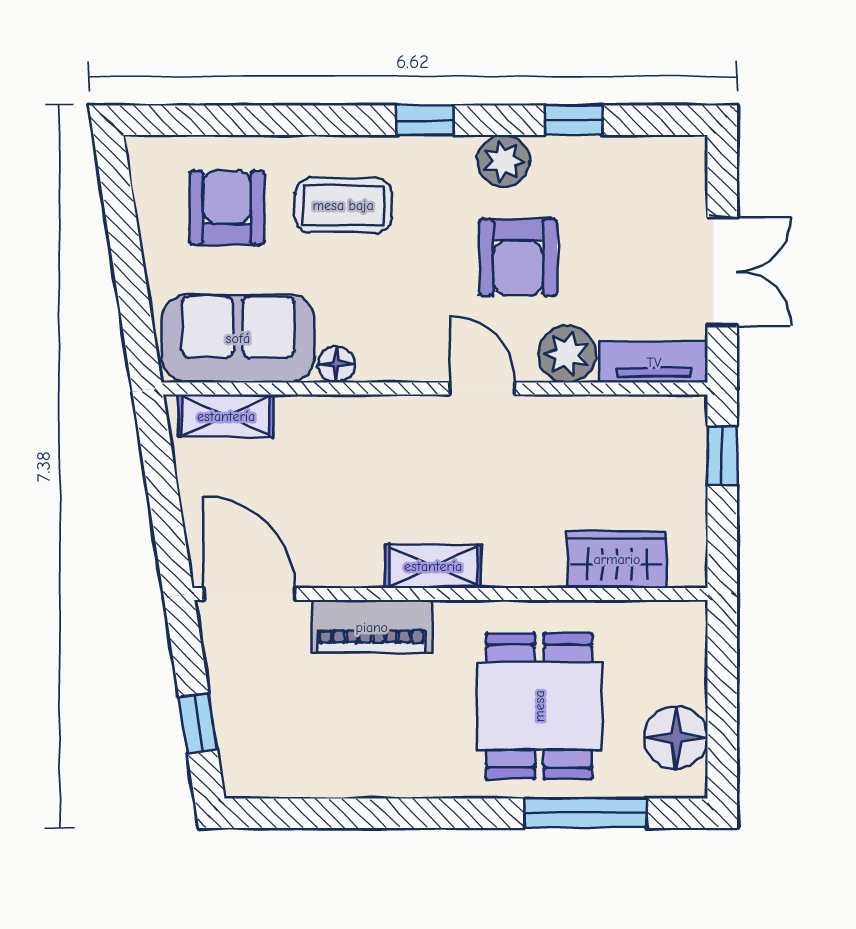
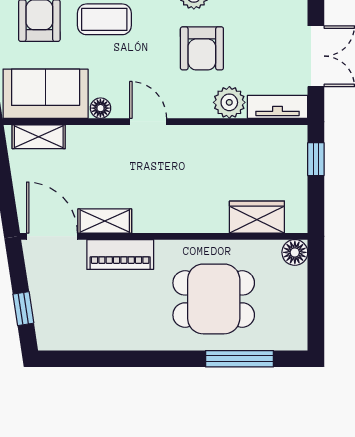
door: (482, 388) -> (148, 122), moved
shelving: (433, 566) -> (105, 221), moved
dining table: (539, 706) -> (214, 299), turned 90
floor lamp: (676, 738) -> (295, 252), moved, width x0.73, depth x0.73

